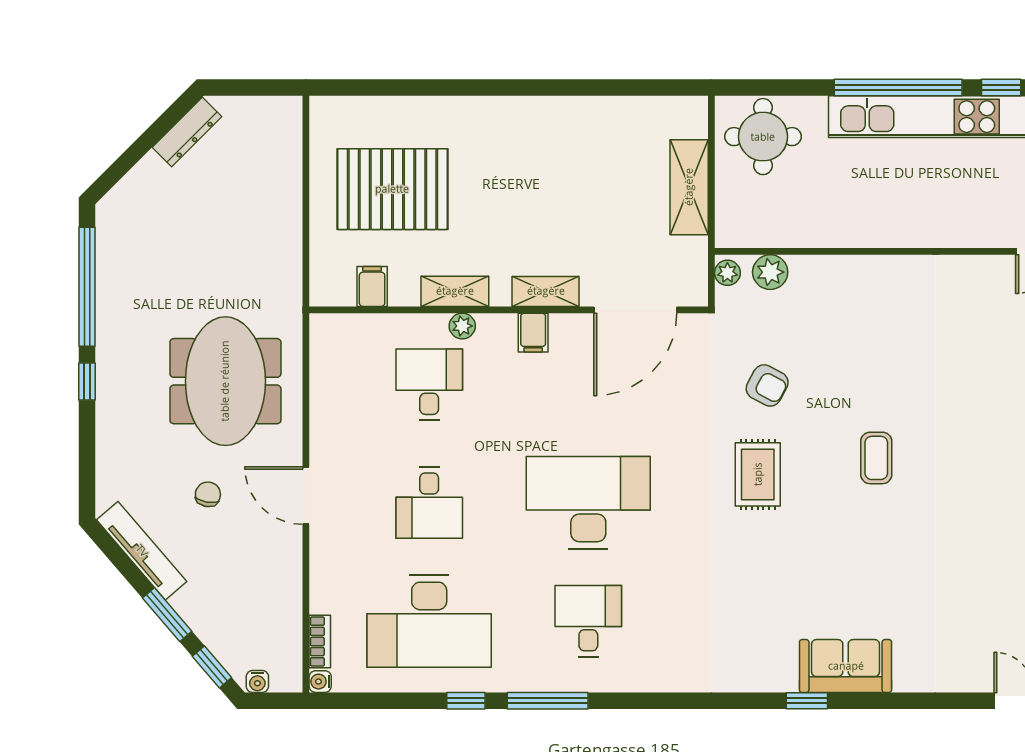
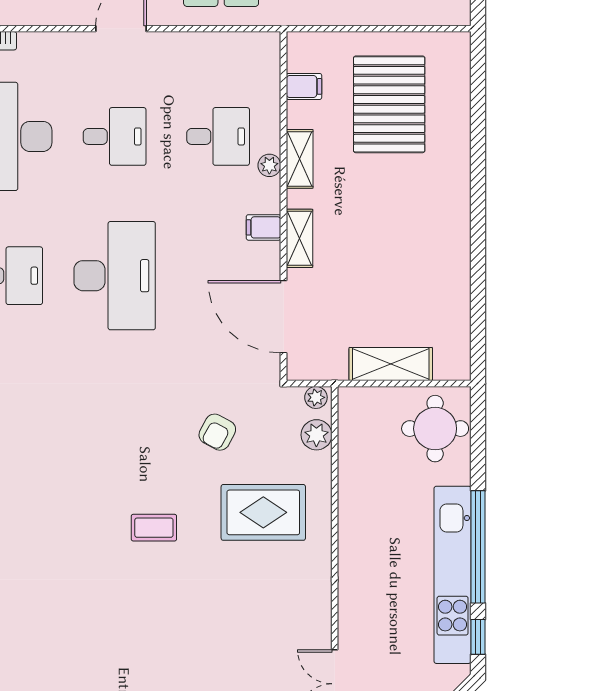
rug: (758, 474) -> (263, 512), moved, width x1.36, depth x1.43
desk: (429, 503) -> (115, 136), turned 180

